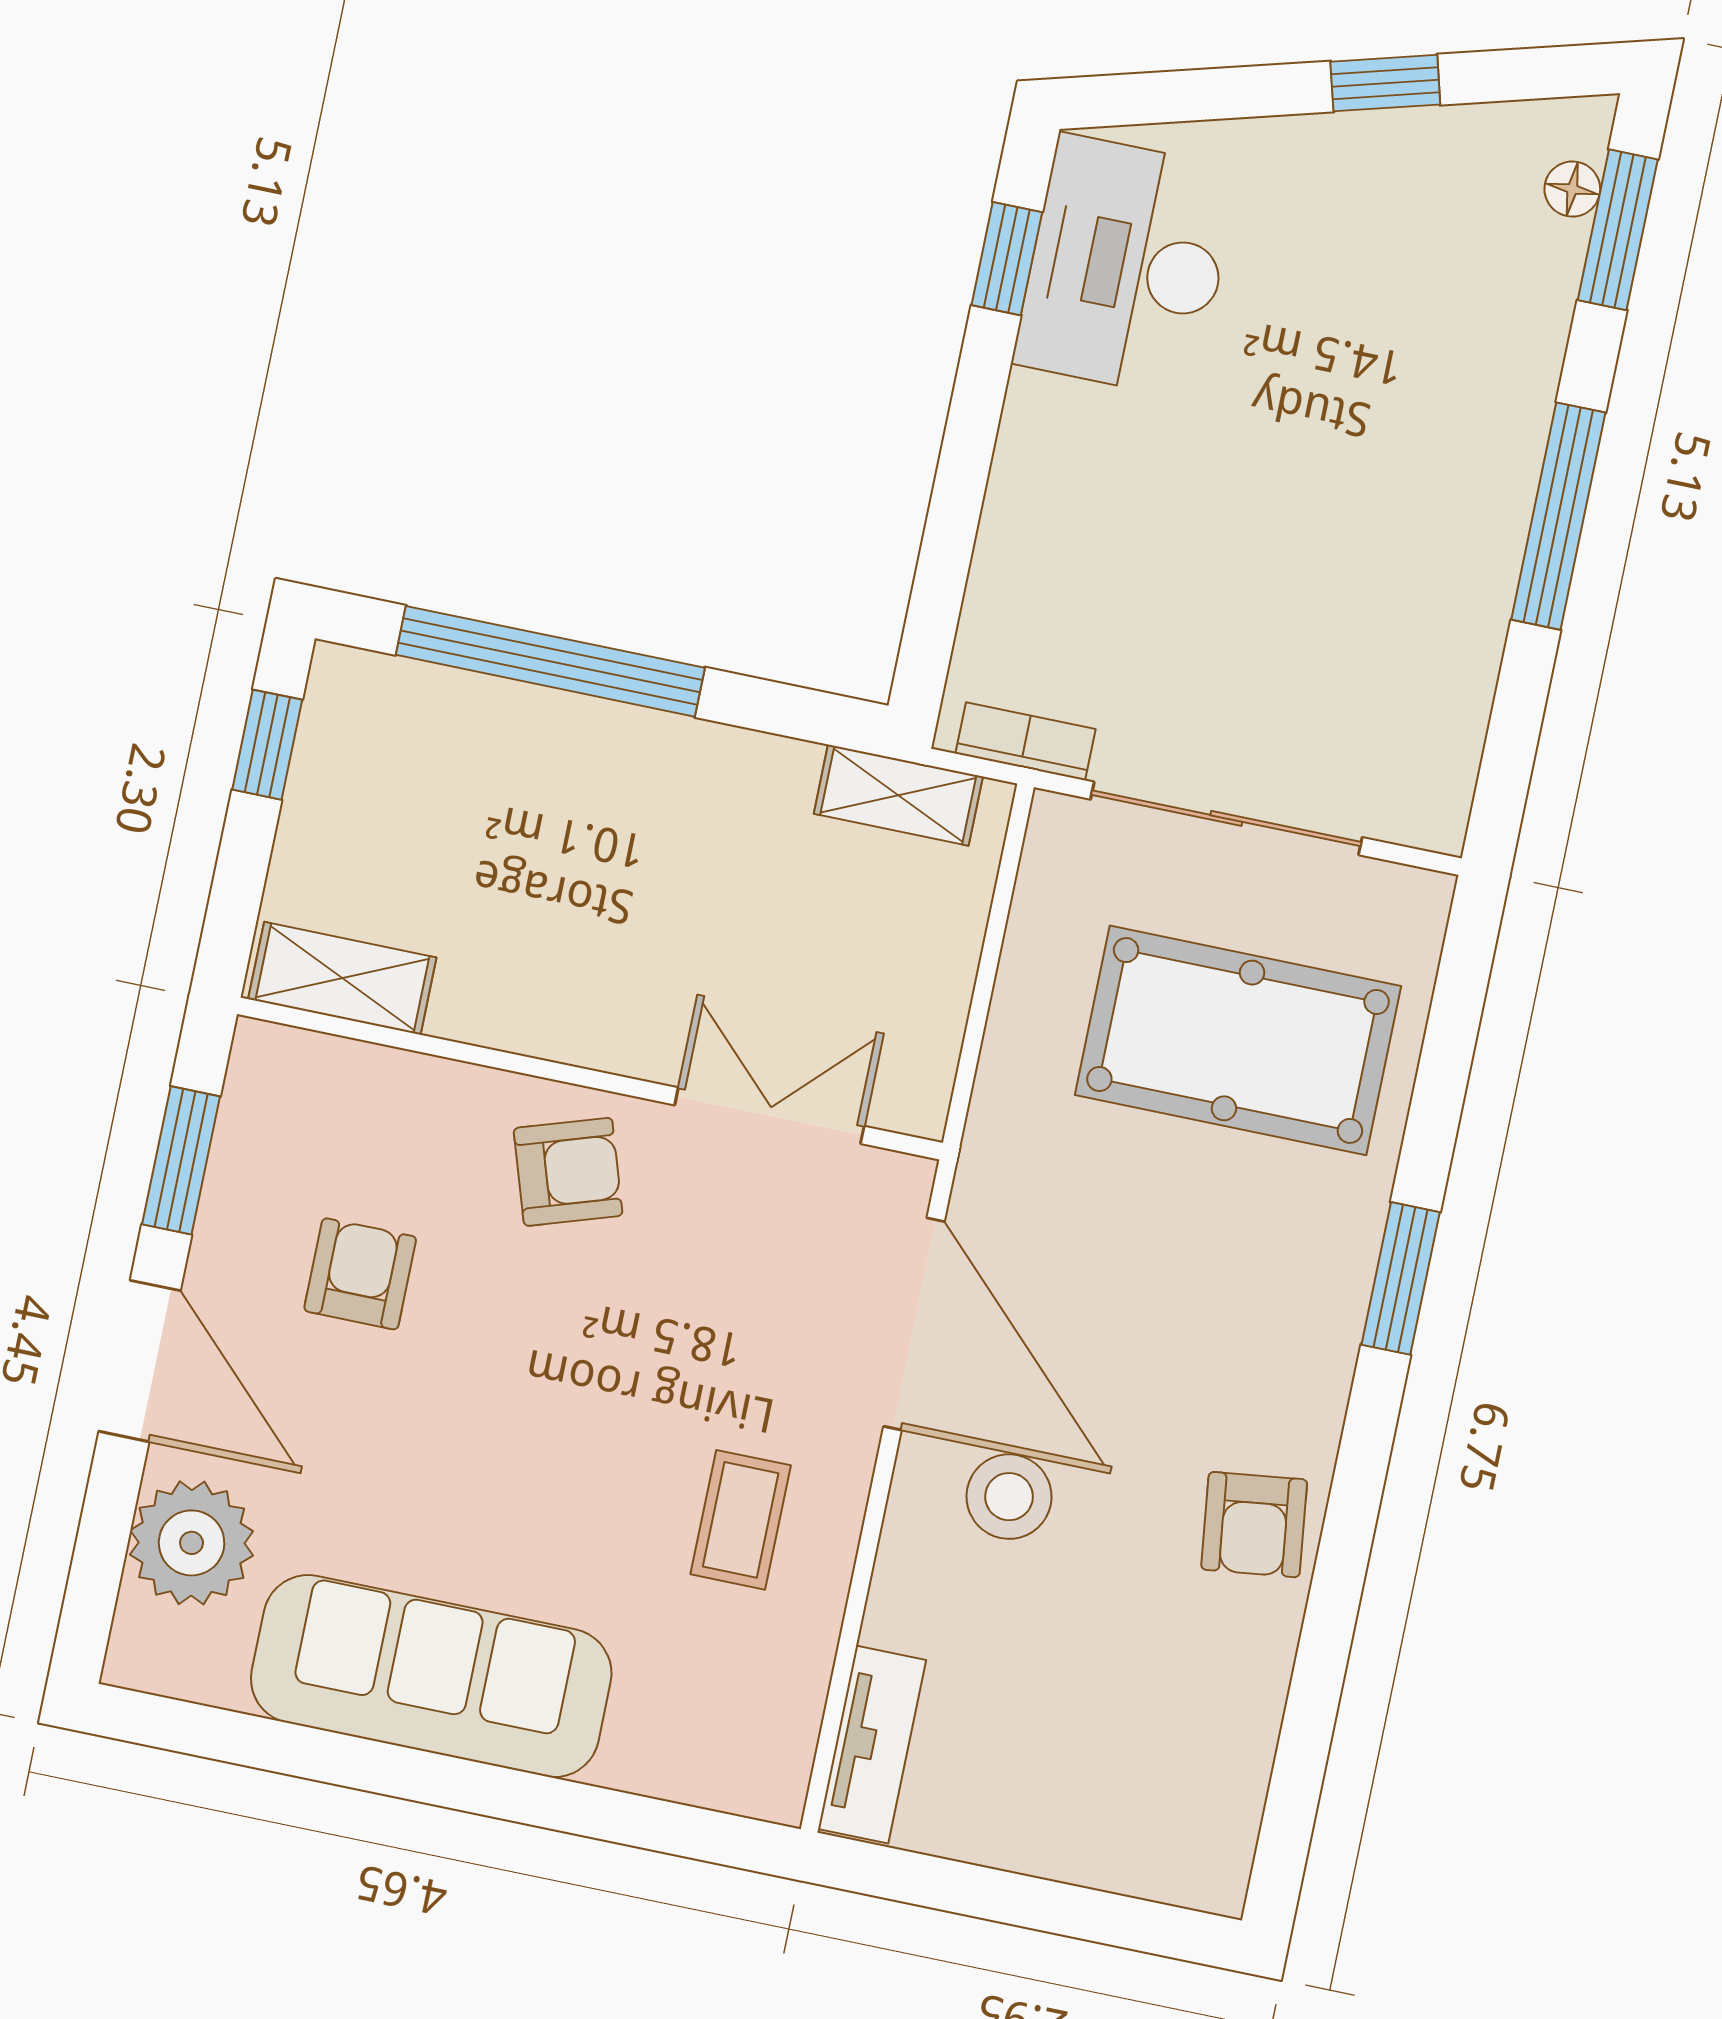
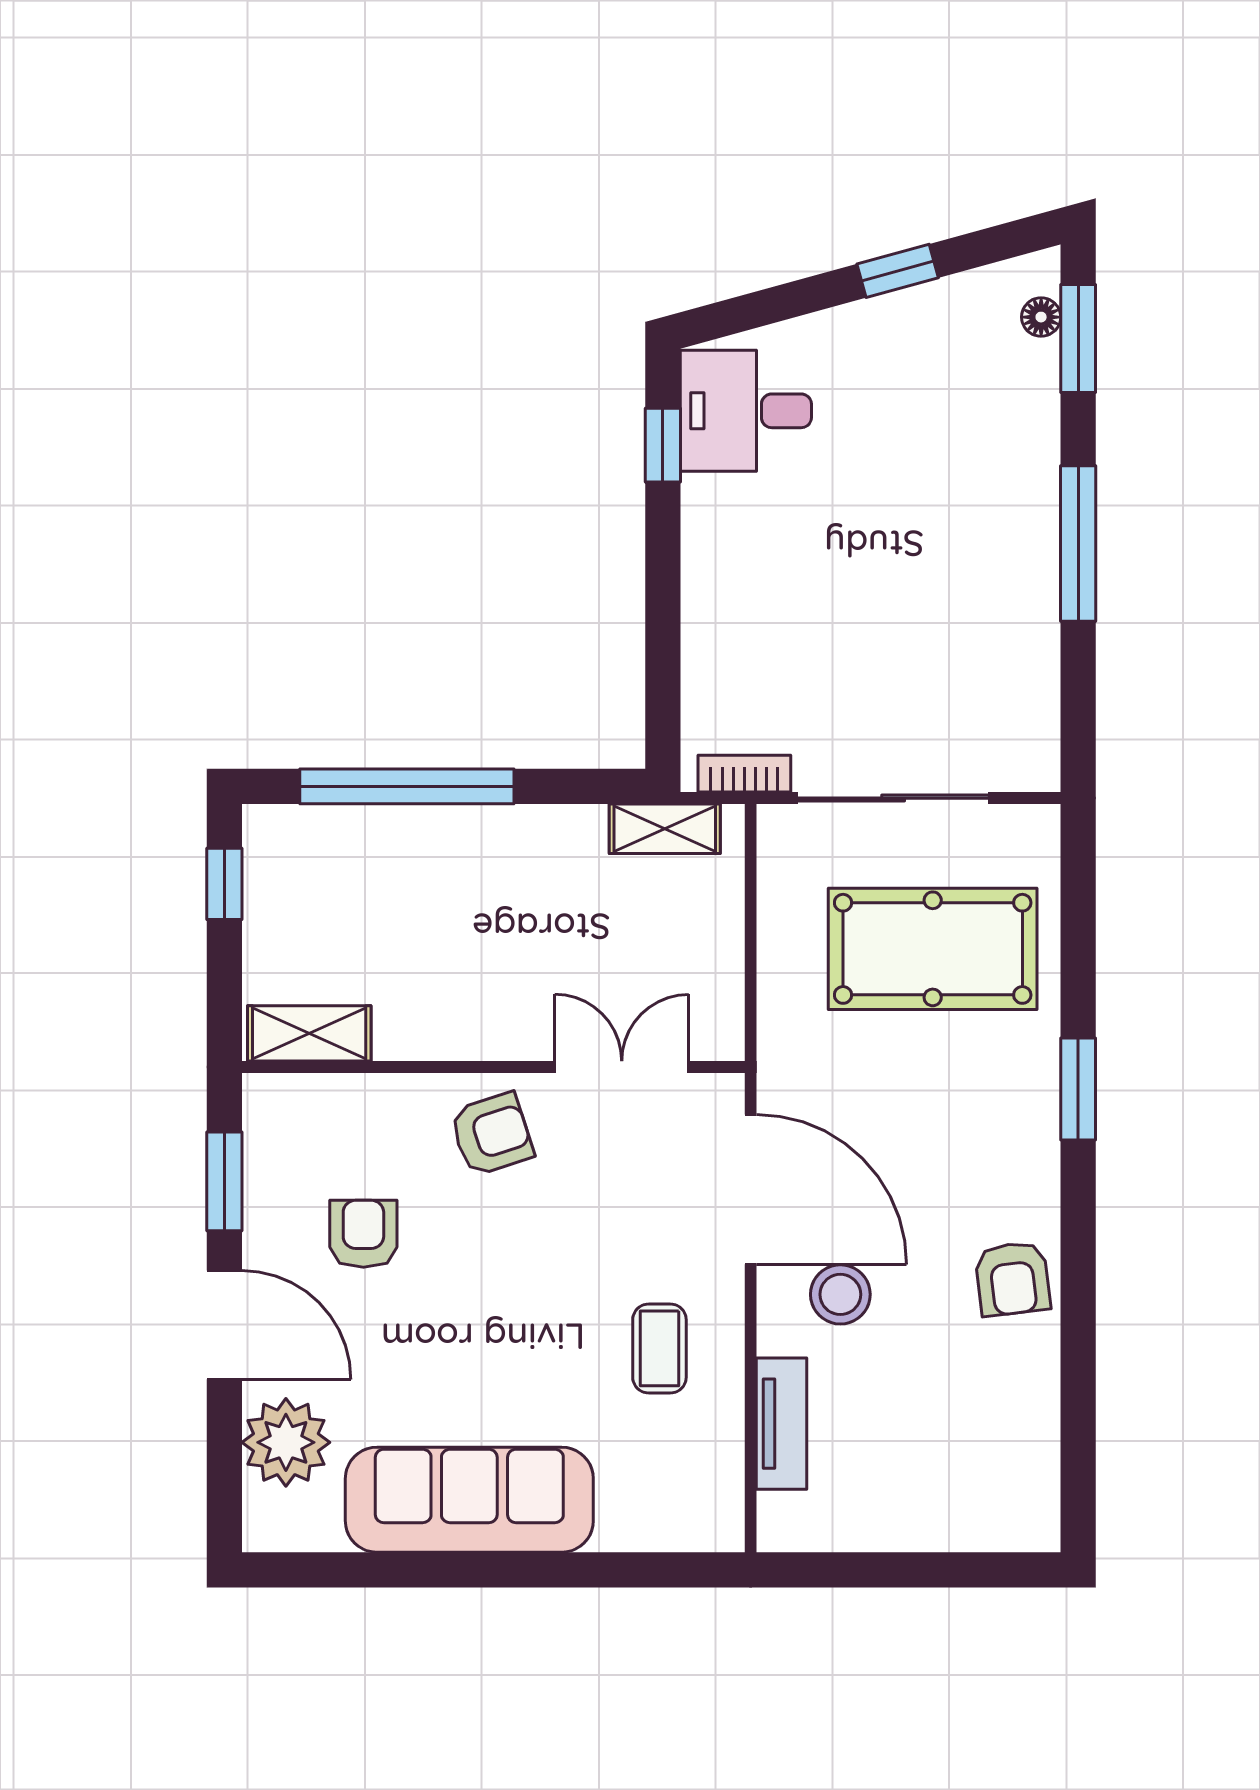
desk: (1126, 266) -> (746, 411), width x0.73
tv unit: (872, 1744) -> (782, 1424), moved

